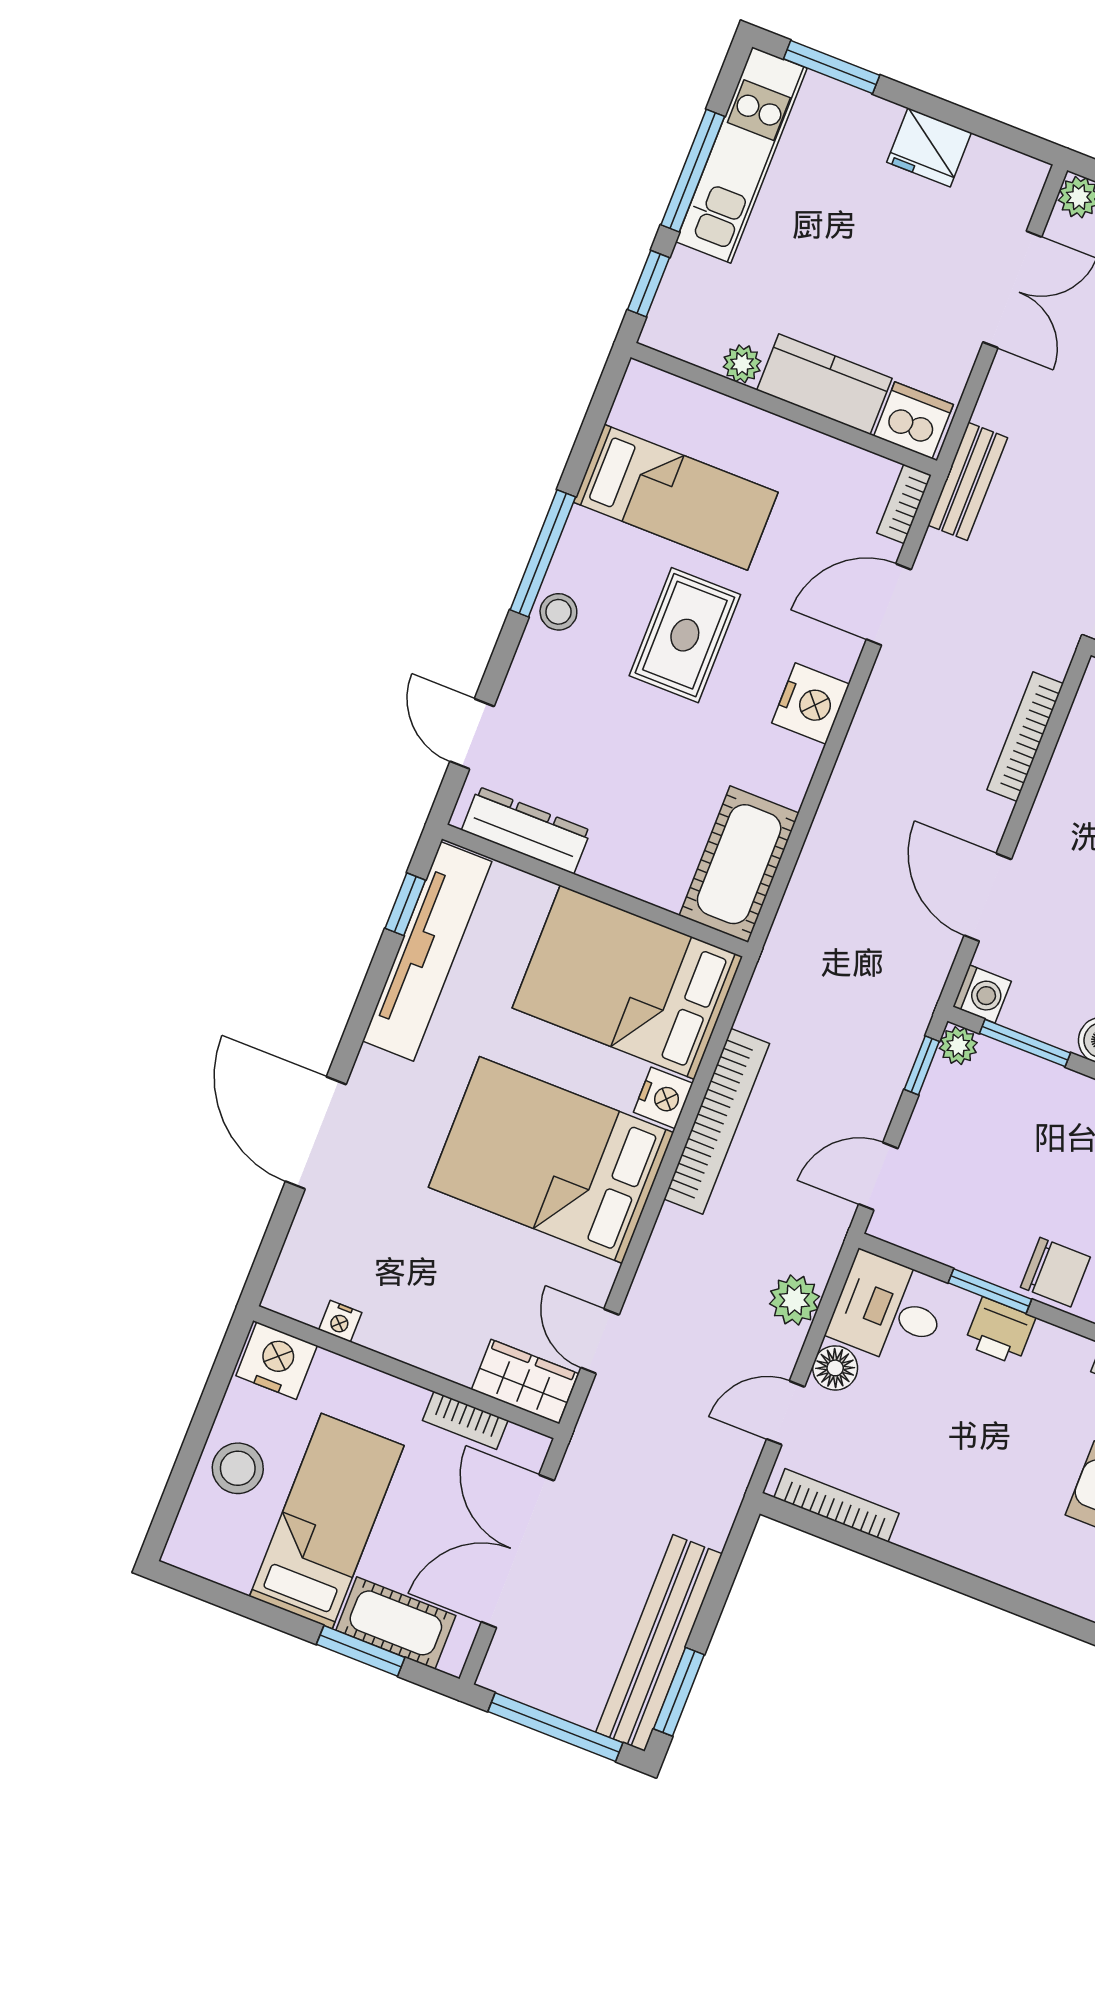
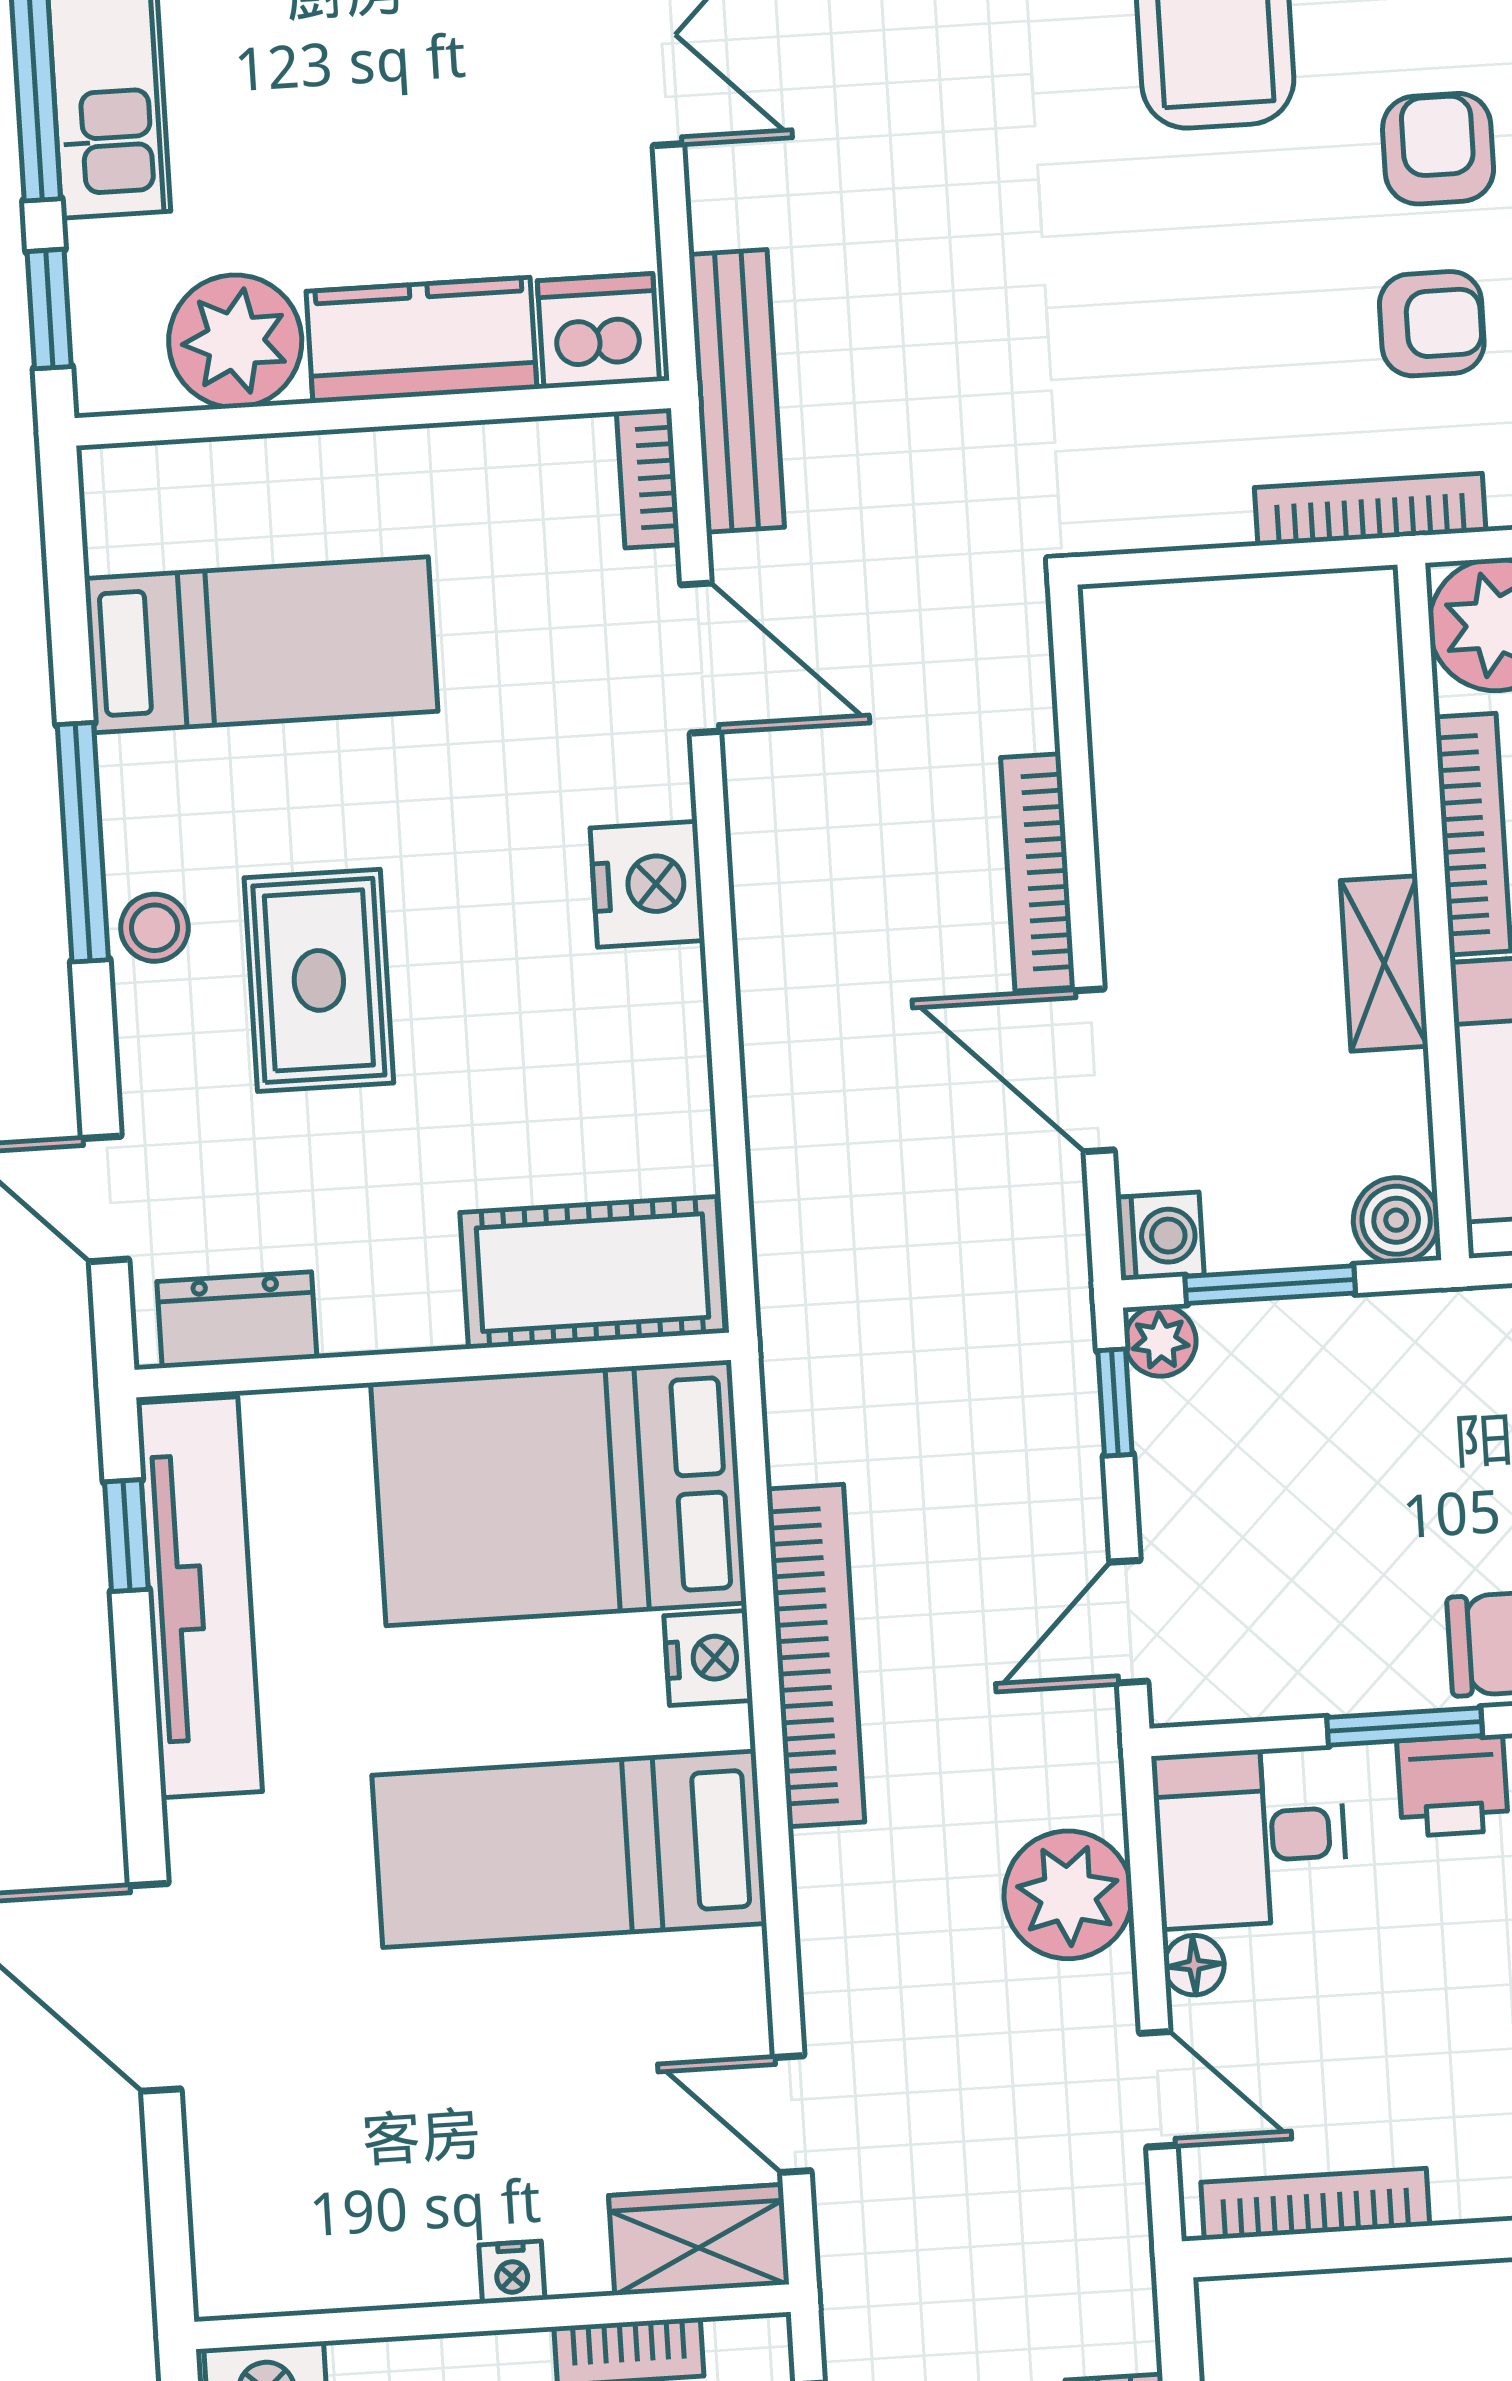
plant: (742, 364) -> (235, 341), width x1.88, depth x1.88
bench: (968, 481) -> (737, 391), width x1.36
door: (889, 604) -> (701, 658), swing flipped
rug: (685, 635) -> (319, 980), moved
bookcase: (1025, 737) -> (1038, 872), moved
dresser: (526, 830) -> (237, 1320), width x0.70
cot: (739, 864) -> (593, 1273), moved, turned 90
bed: (551, 1160) -> (569, 1849), width x0.67
plant: (794, 1300) -> (1068, 1895), width x1.36, depth x1.36
nightstand: (340, 1321) -> (512, 2272), moved
floor lamp: (835, 1368) -> (1194, 1965), width x0.73, depth x0.73
door: (786, 1413) -> (1158, 2089), swing flipped

